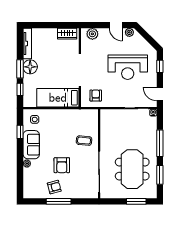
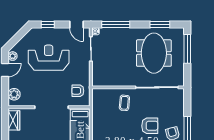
reception desk: (128, 67) -> (49, 58), turned -90
door: (160, 94) -> (76, 24), hinge flipped
window: (160, 143) -> (116, 24), moved
meeting table: (132, 169) -> (154, 53), turned 90
window: (136, 201) -> (187, 49), width x1.44

